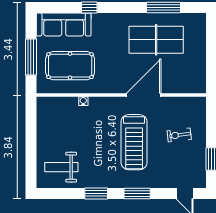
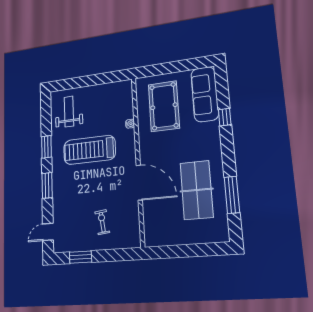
window: (31, 57) -> (170, 68), removed
treadmill: (134, 142) -> (89, 150), moved

